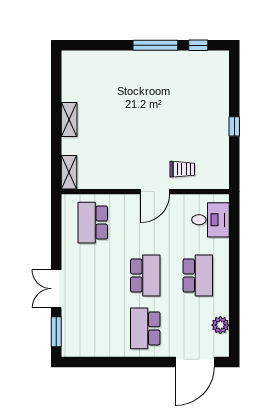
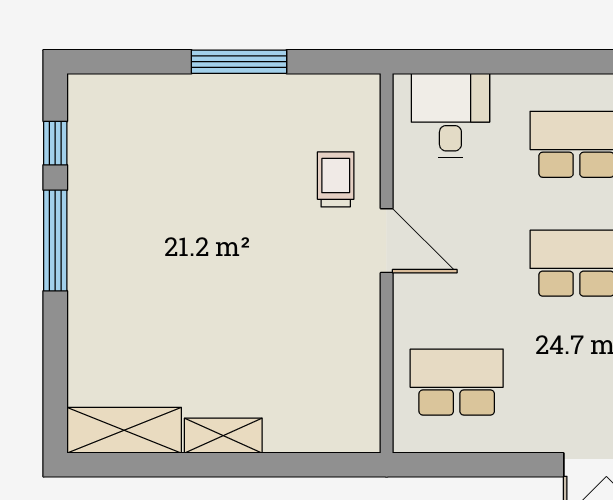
window: (234, 126) -> (239, 62), width x2.17
shelving: (69, 172) -> (124, 430), moved, width x1.50, depth x1.33
school desk: (93, 223) -> (457, 382), turned 180

